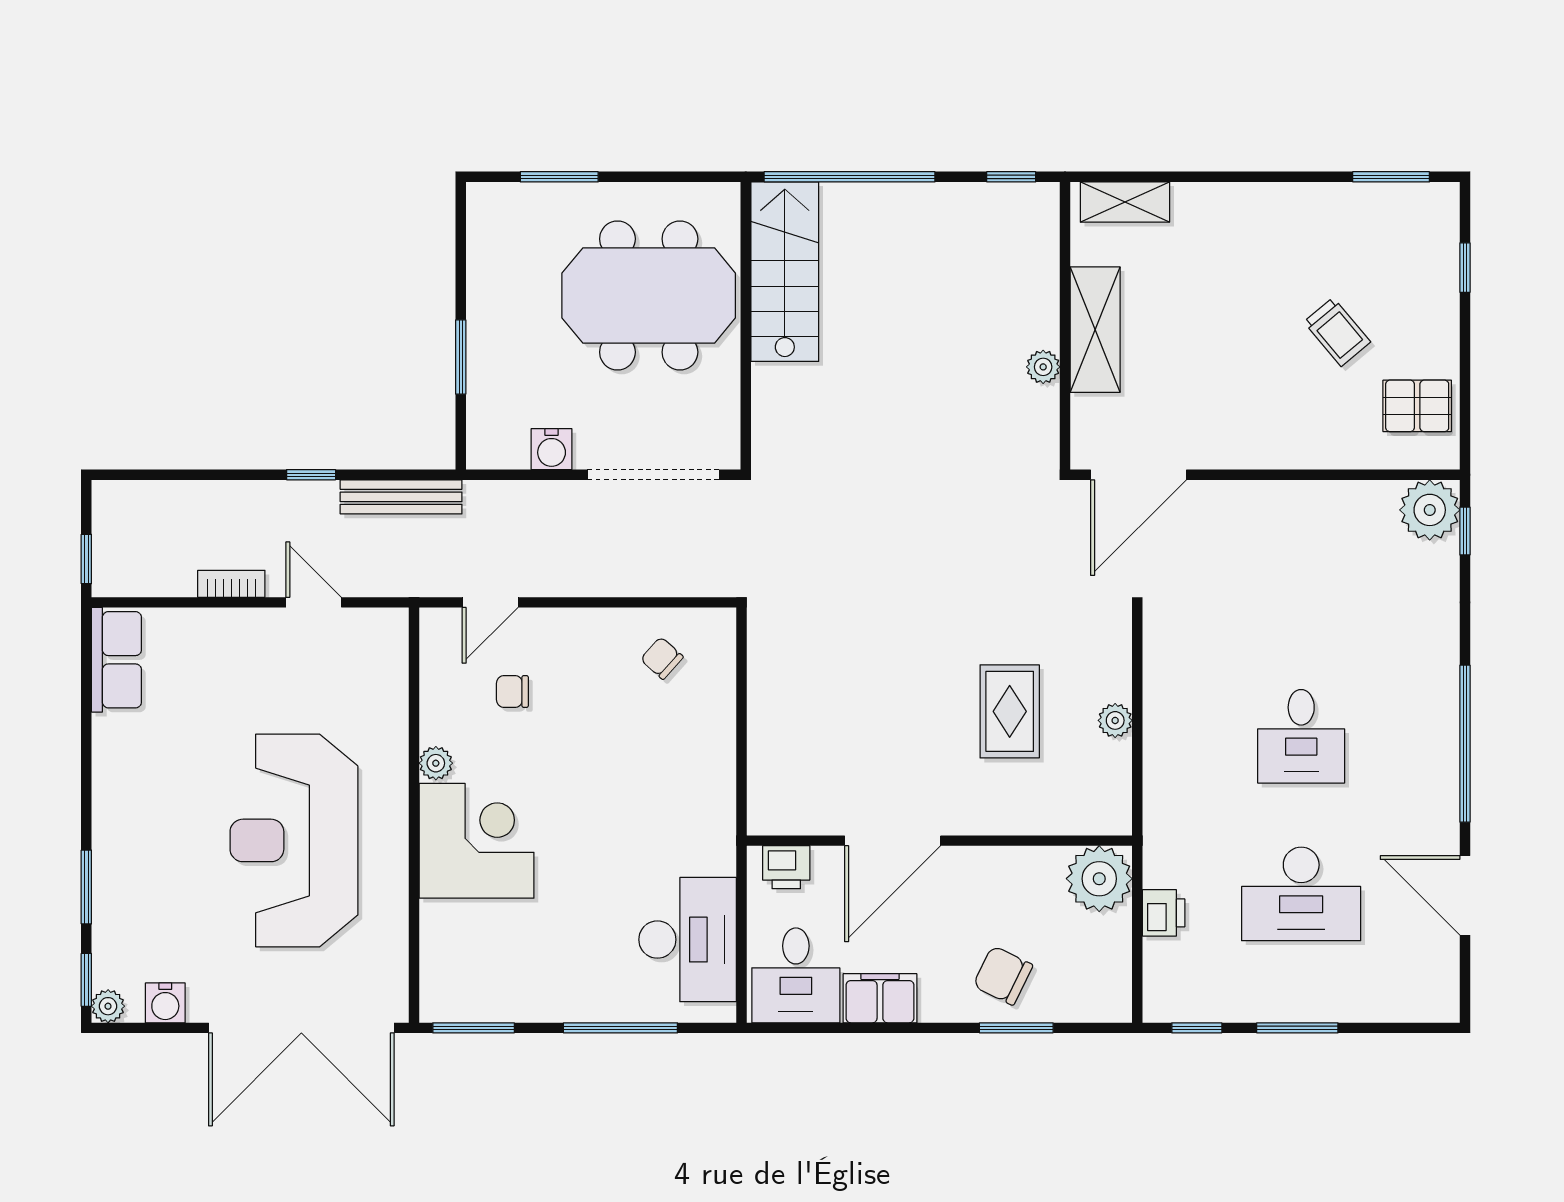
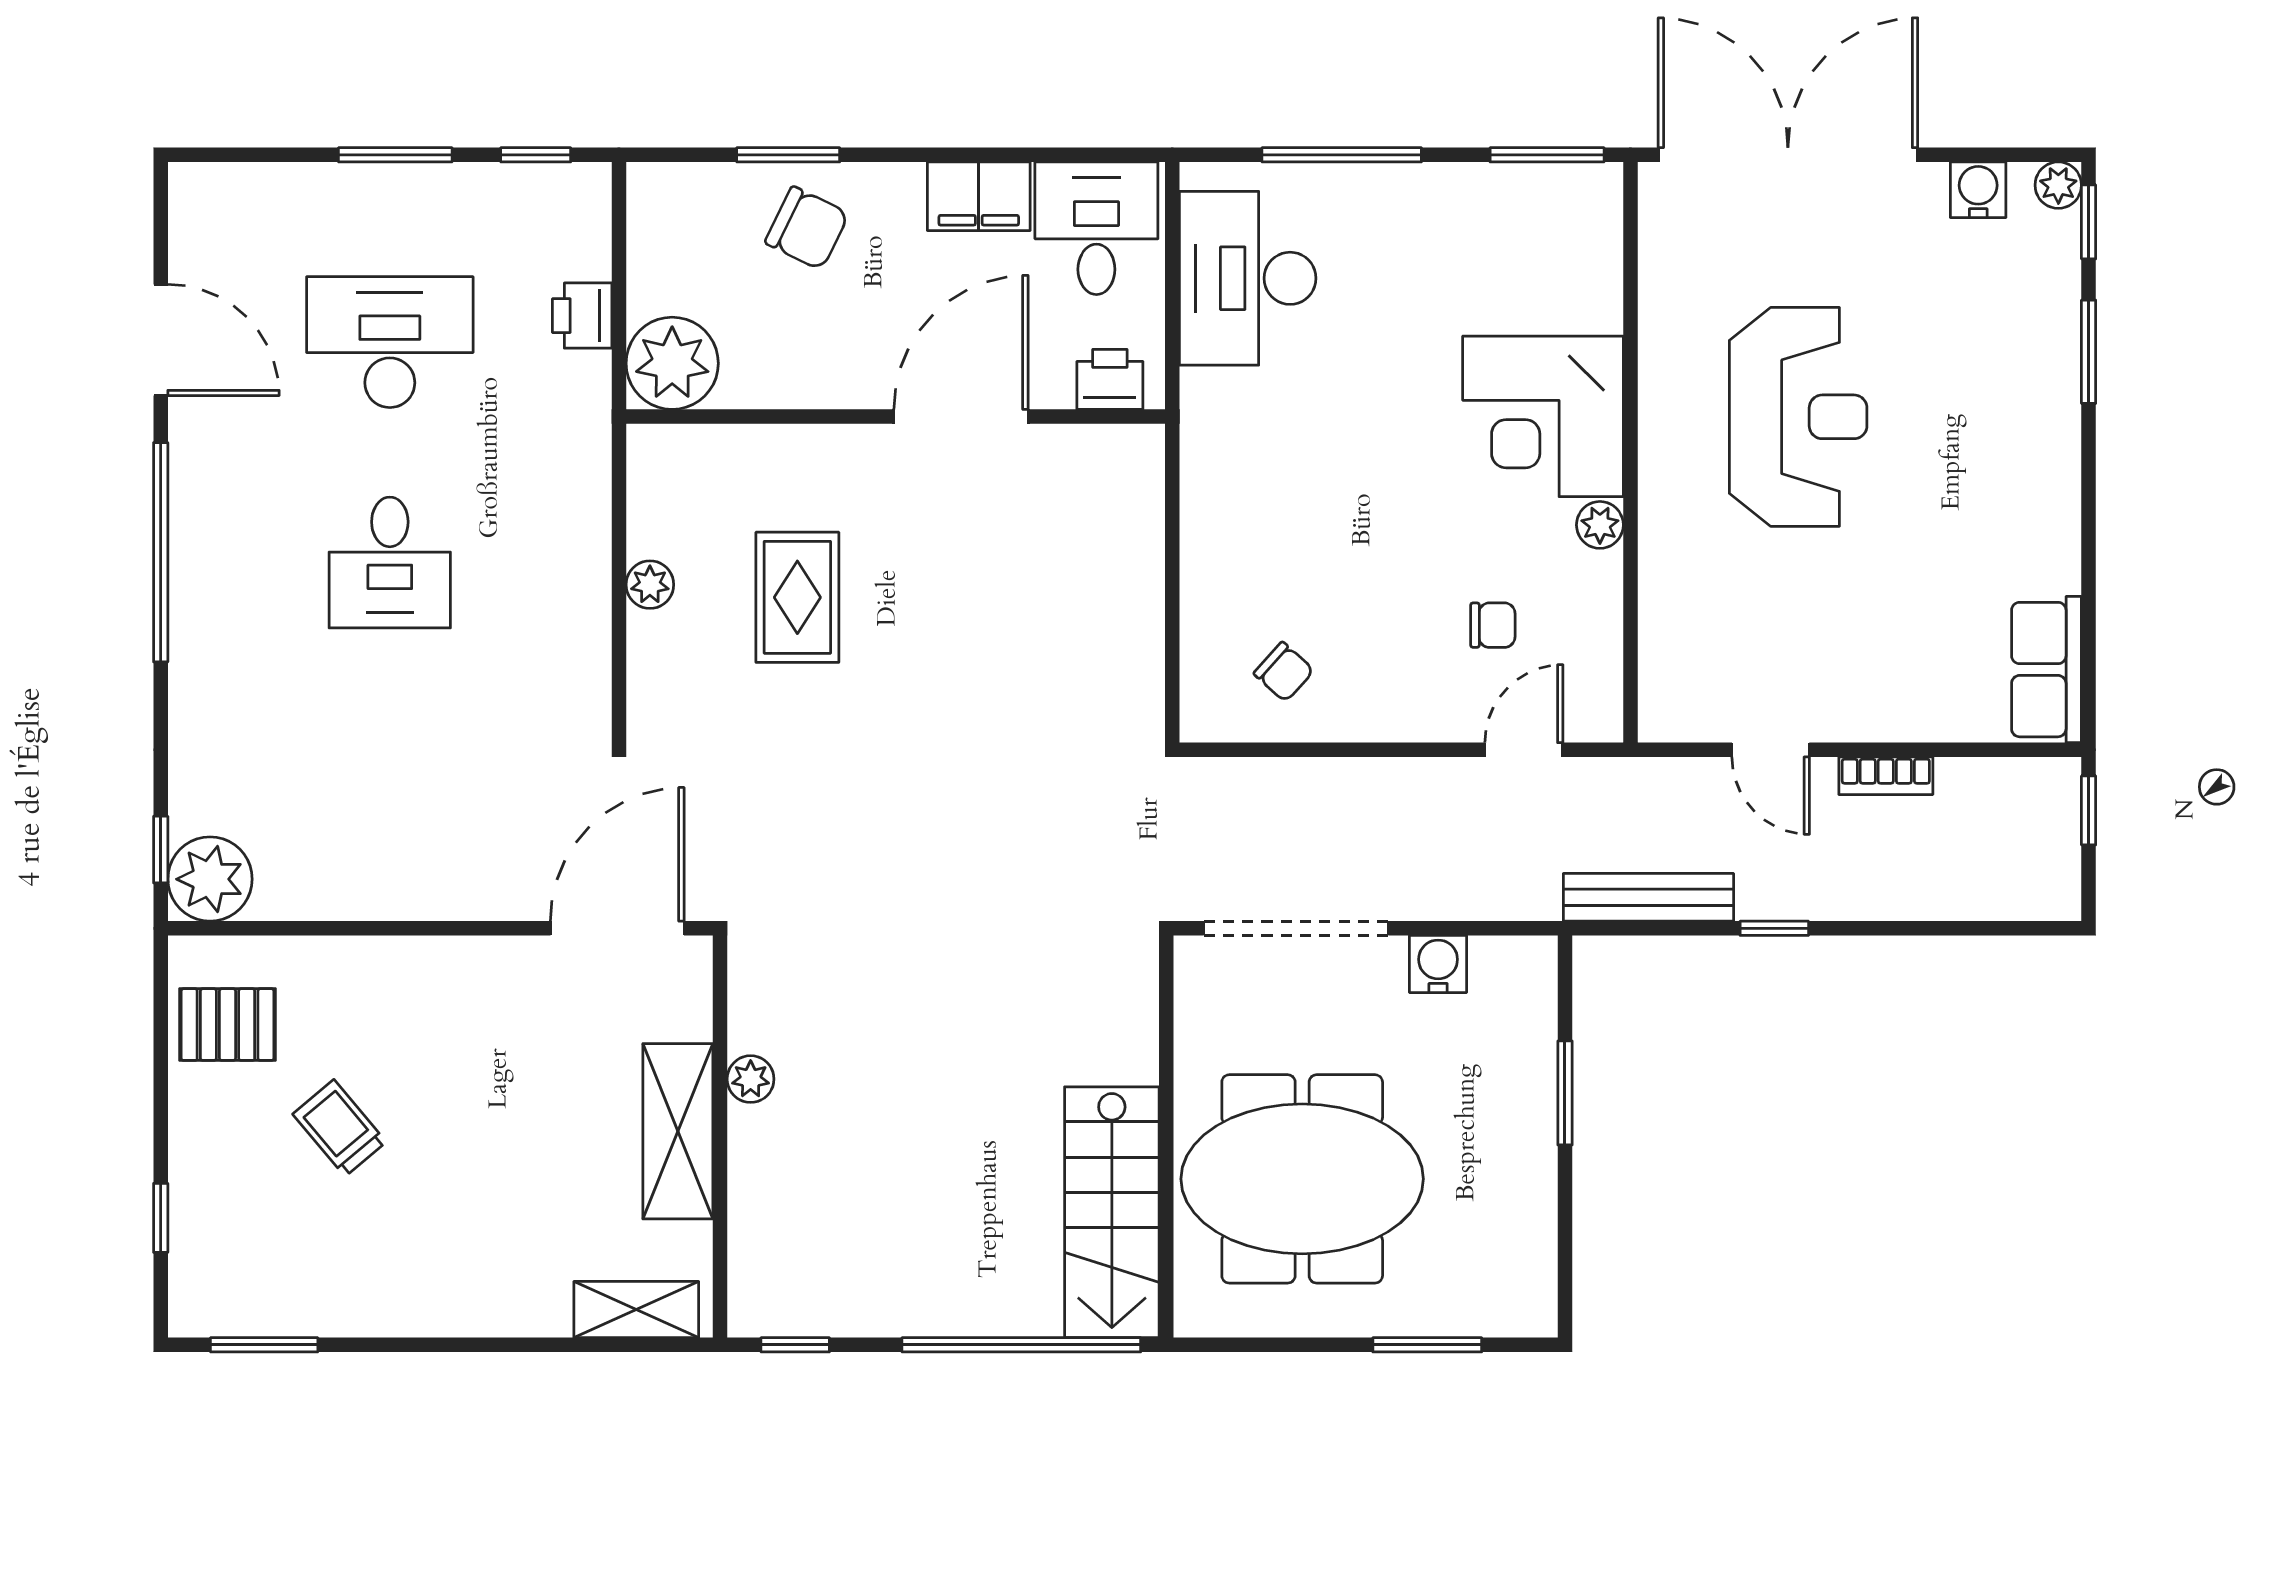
desk: (1301, 736) -> (390, 562), turned 180
reception desk: (294, 840) -> (1798, 417), width x0.74, depth x0.77

